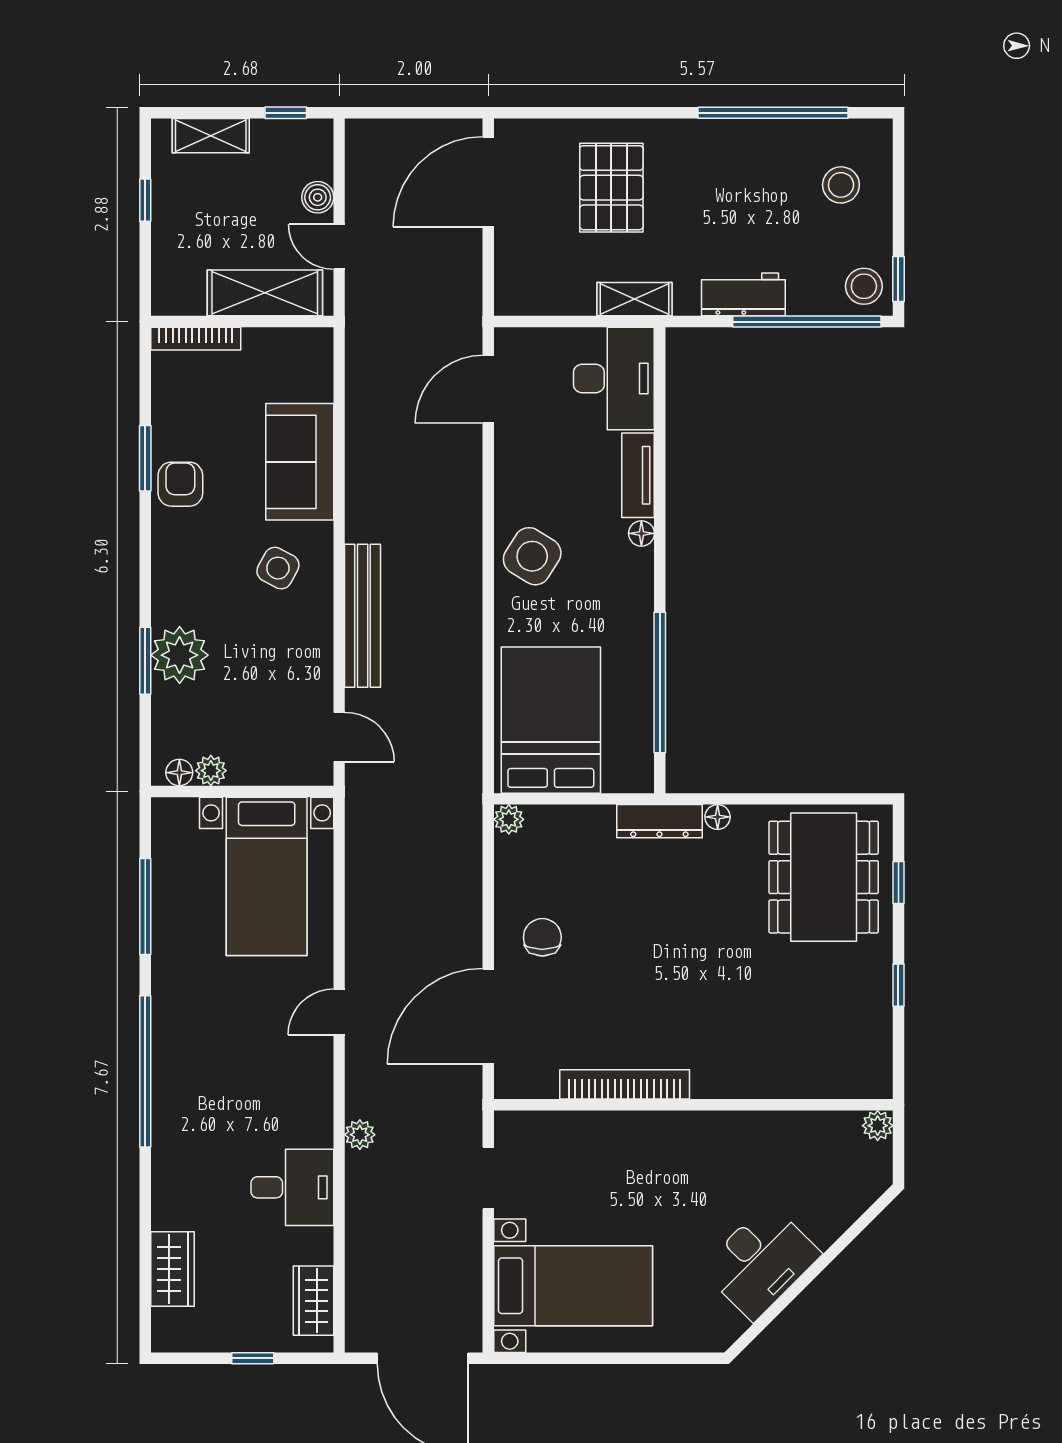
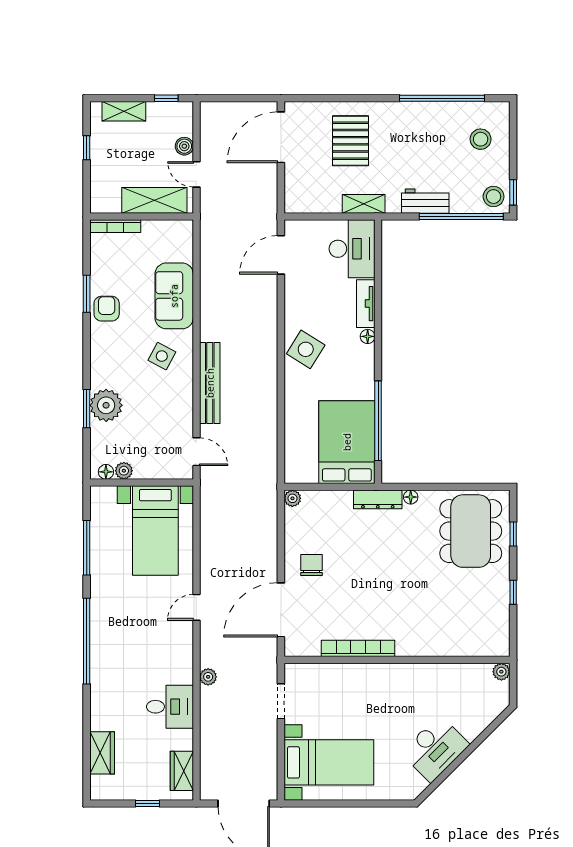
bed: (551, 720) -> (347, 442), moved

